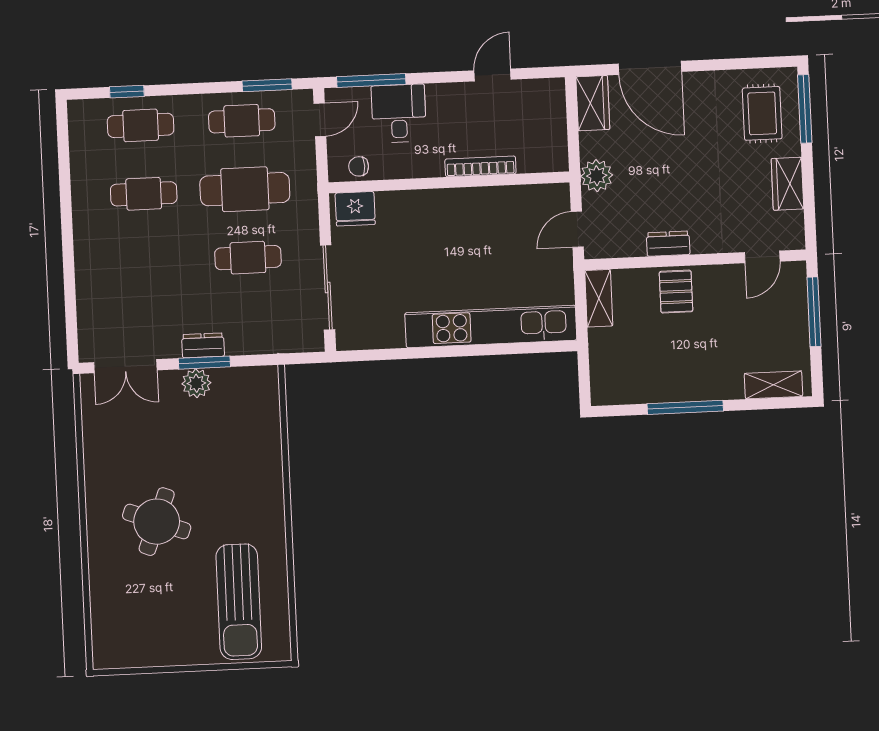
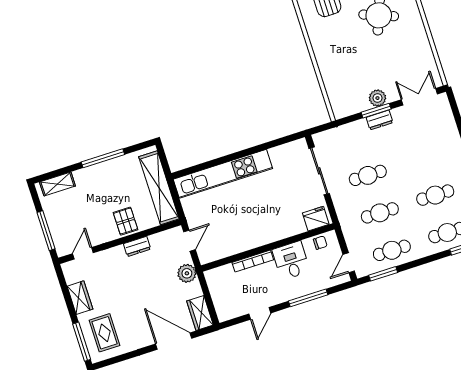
window: (371, 81) -> (308, 298), moved
desk: (399, 113) -> (291, 261), moved, turned 180
cafe table: (245, 189) -> (380, 213), width x0.73, depth x0.74
shelving: (599, 298) -> (159, 188), width x2.20, depth x1.33

